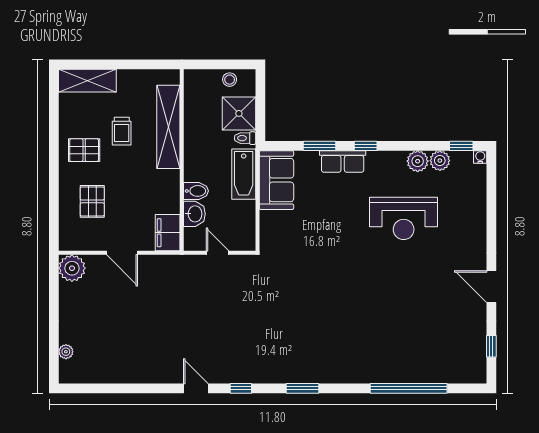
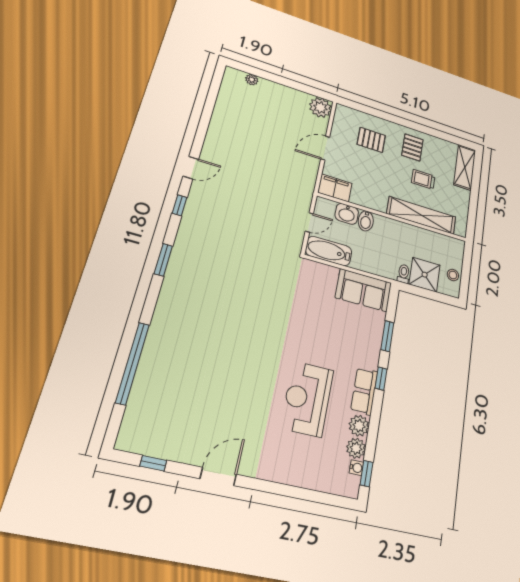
water cooler: (480, 157) -> (356, 468), moved
row of seats: (343, 161) -> (364, 391), moved
bathtub: (244, 174) -> (329, 251), moved

